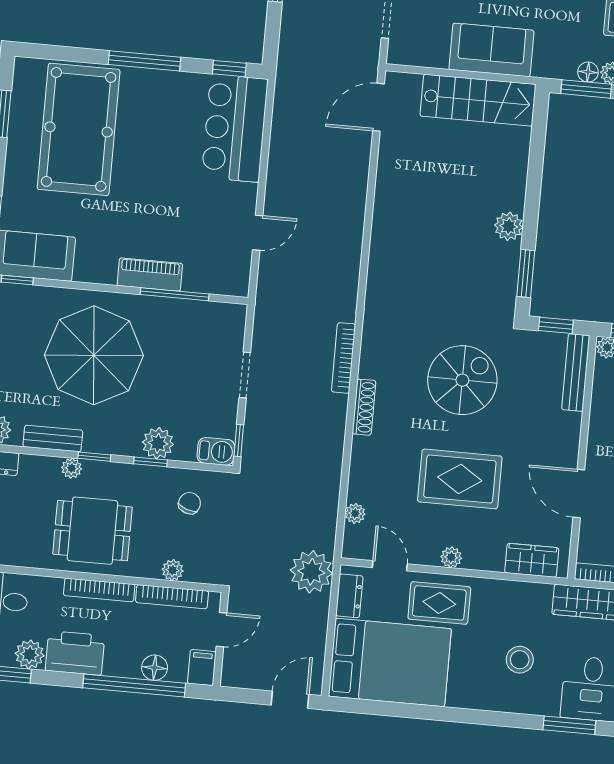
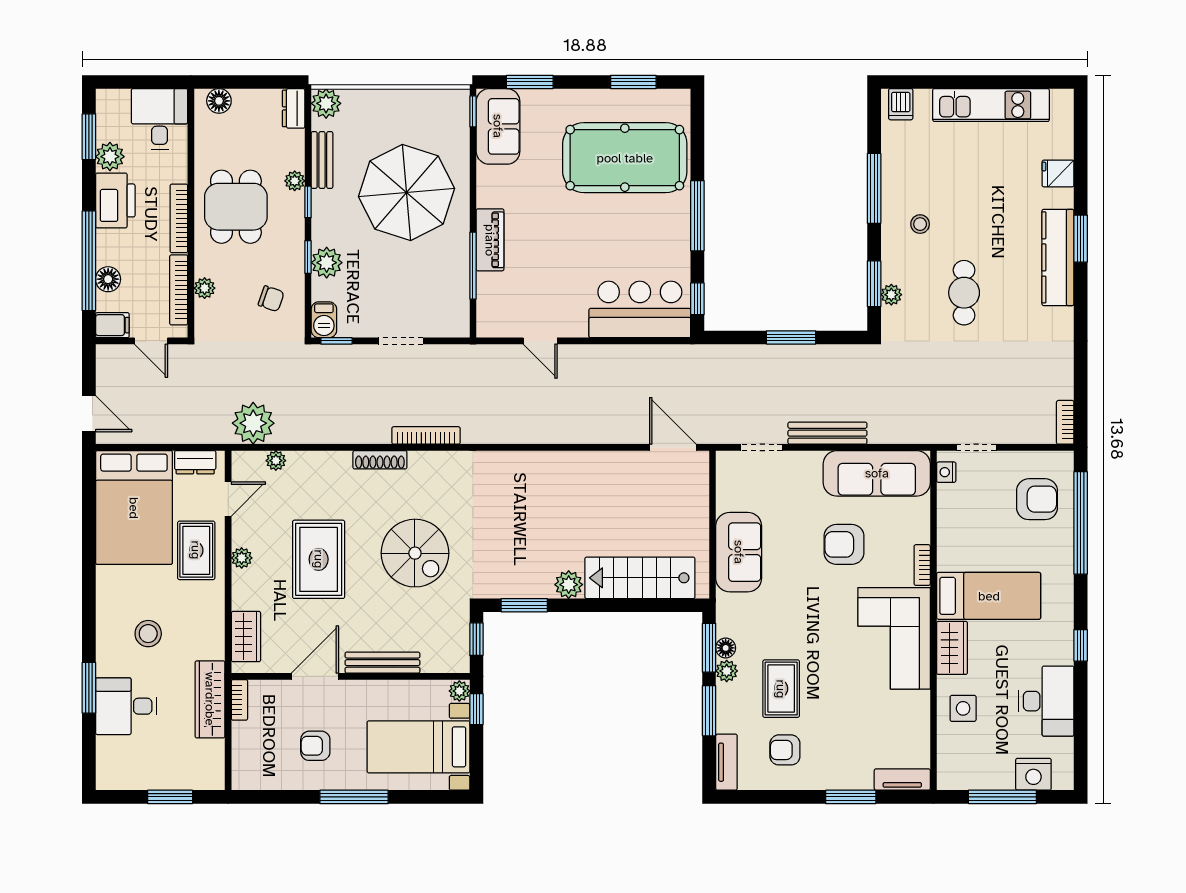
stairs: (478, 100) -> (640, 578), moved, turned 90
bench: (576, 373) -> (382, 663), moved
plant: (311, 572) -> (253, 423), moved

